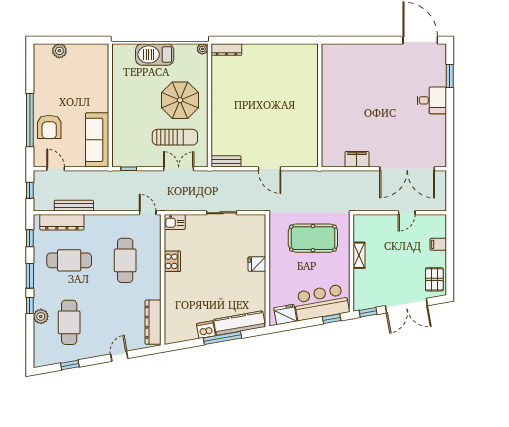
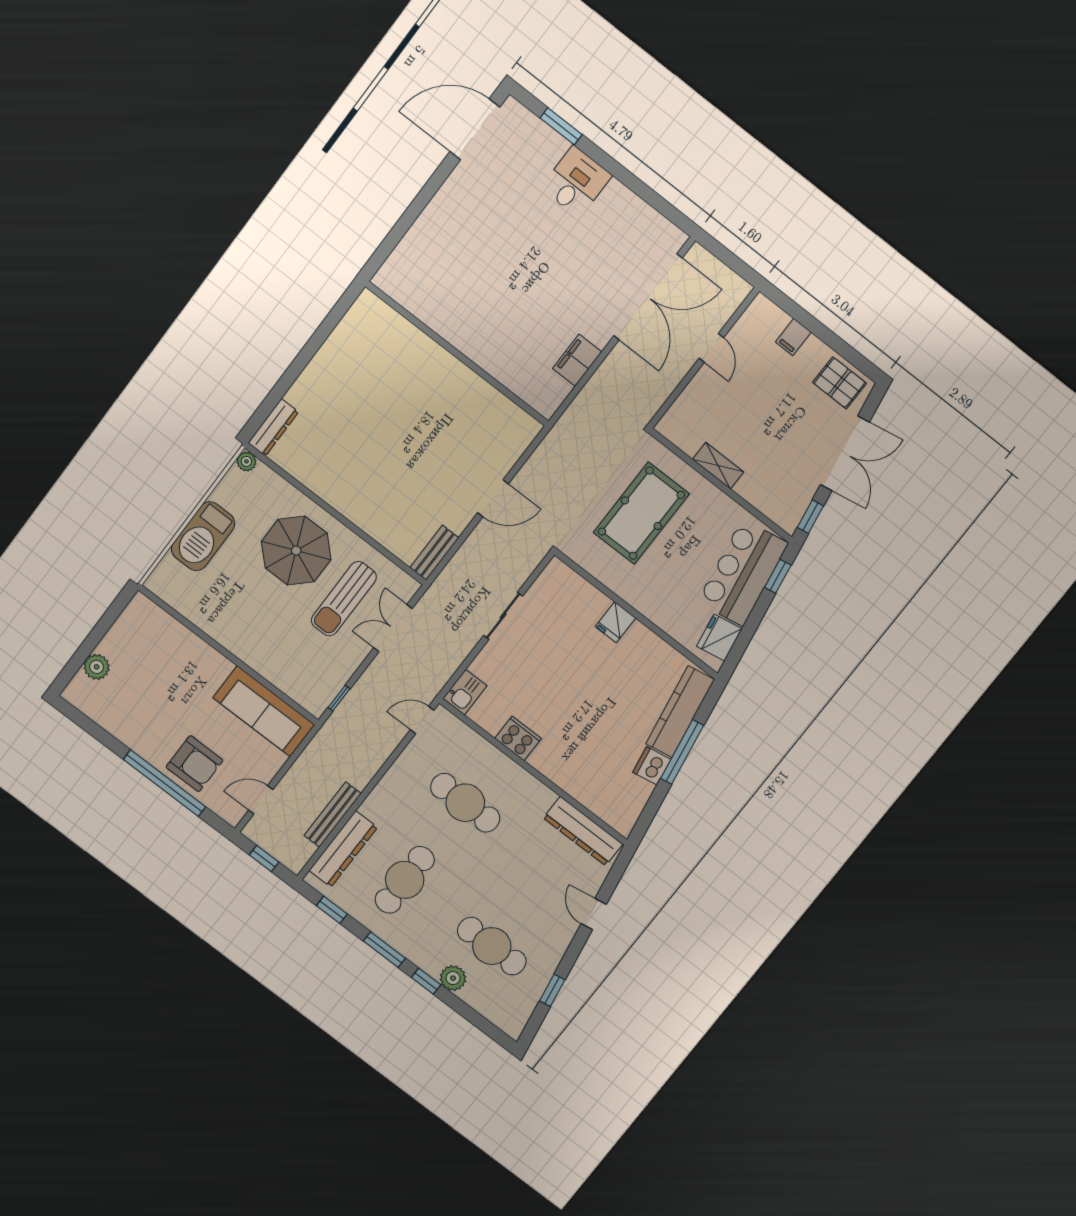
sun lounger: (175, 137) -> (344, 599), turned 180

